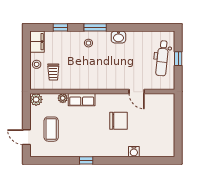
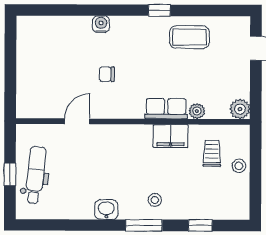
filing cabinet: (37, 42) -> (171, 136), moved, turned -90
door: (137, 92) -> (77, 121), hinge flipped
chair: (118, 121) -> (107, 74), width x0.54, depth x0.54
coffee table: (51, 129) -> (190, 37), moved, turned 90
water cooler: (134, 152) -> (101, 24), moved

